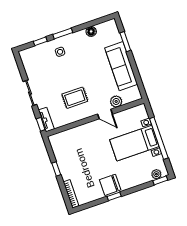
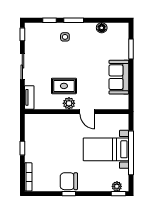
sofa: (121, 66) -> (119, 77), width x0.73
plant: (116, 101) -> (69, 103), moved
window: (41, 124) -> (22, 34), moved

